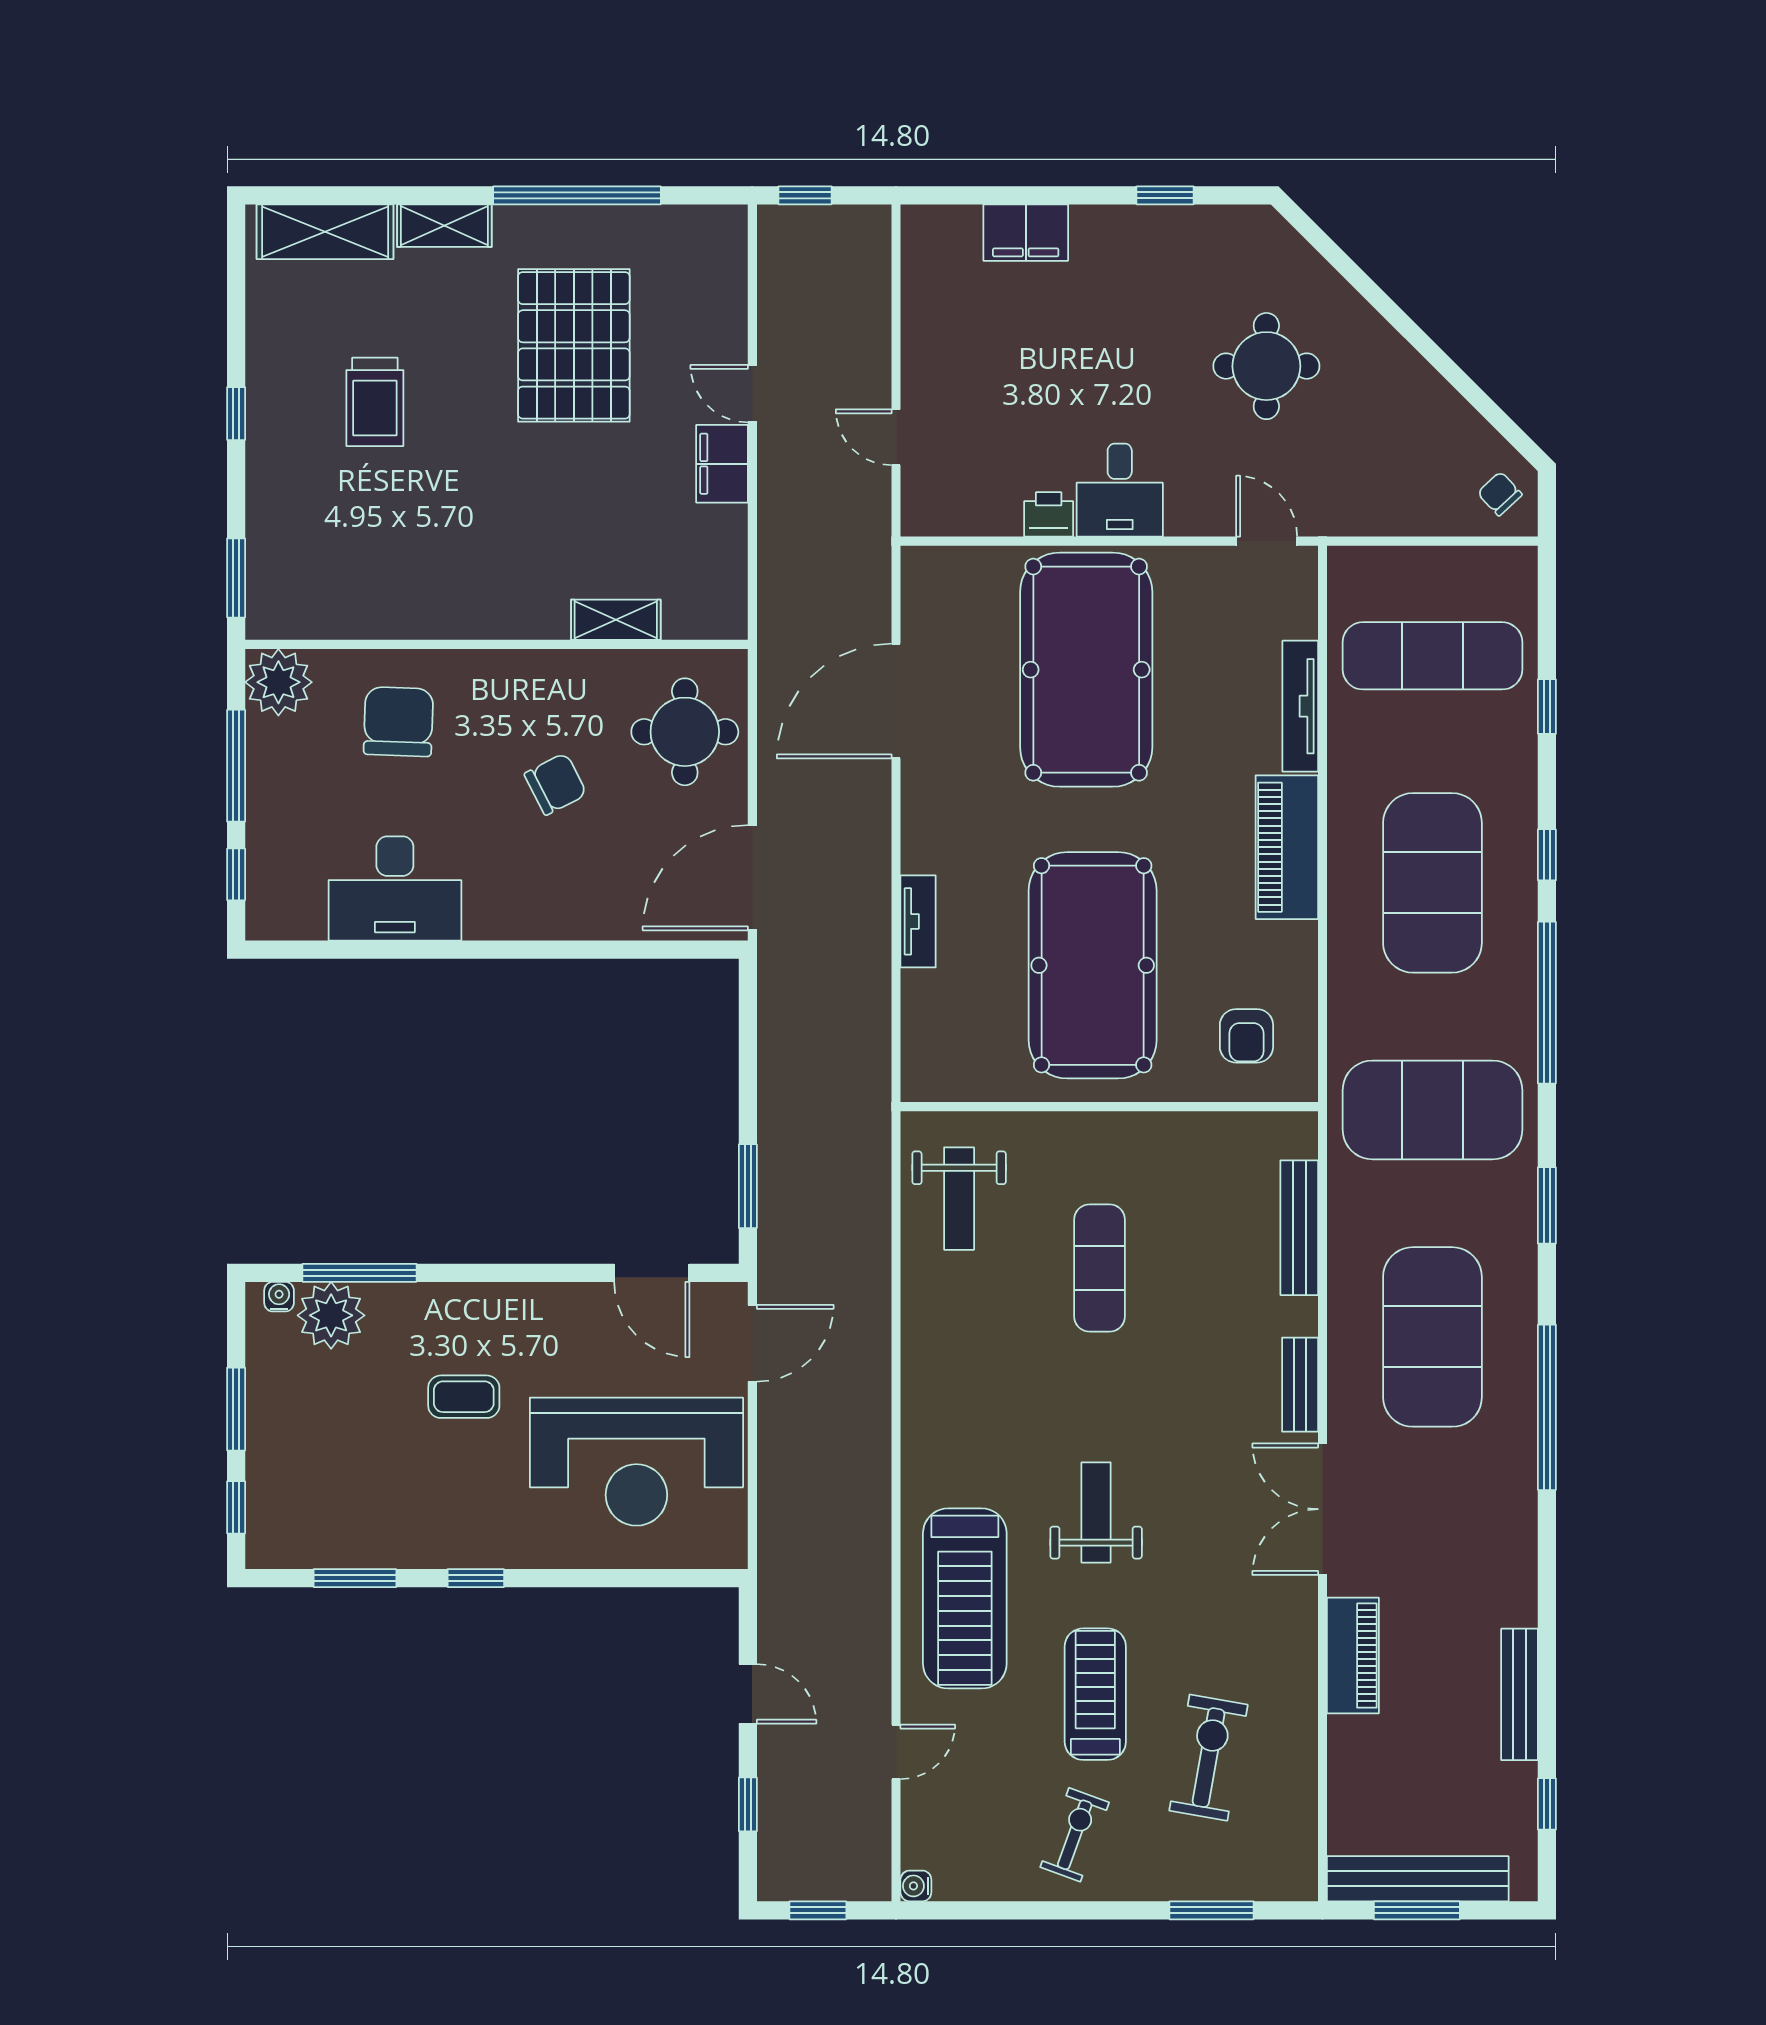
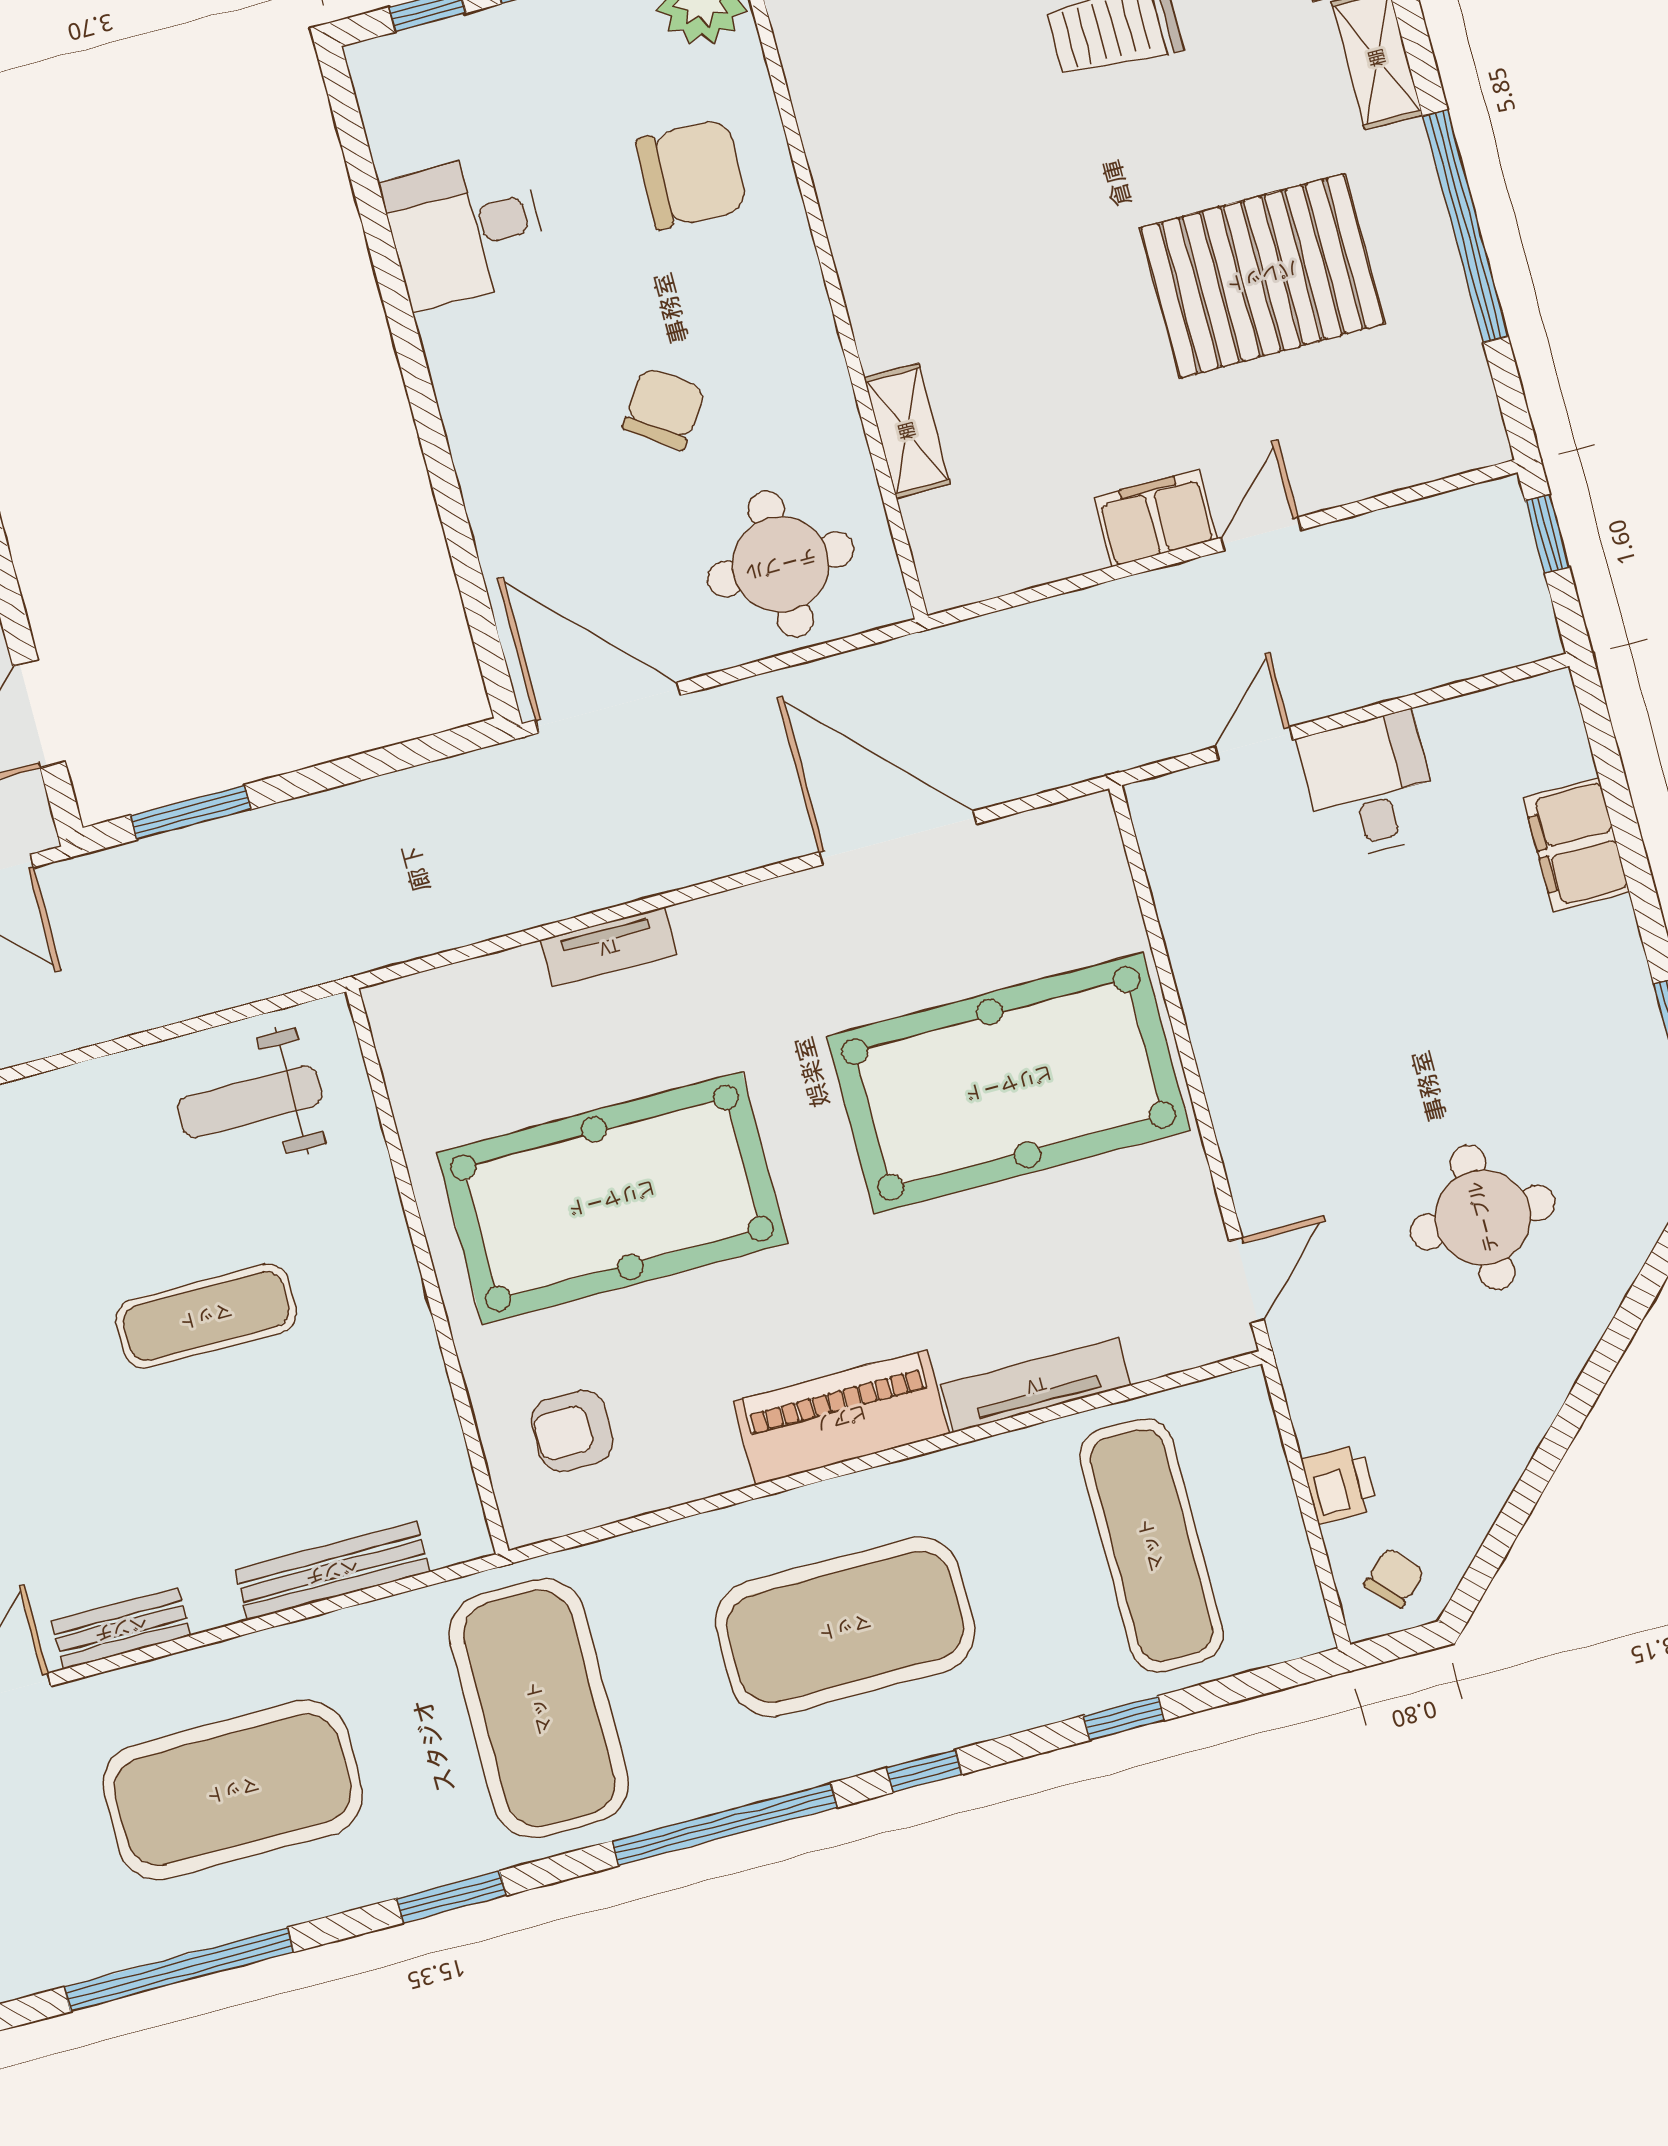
desk: (1120, 490) -> (1370, 786), moved, turned 90
printer: (1049, 514) -> (1339, 1484), moved
chair: (556, 784) -> (664, 409), turned -118
desk: (395, 888) -> (465, 229), width x0.73

